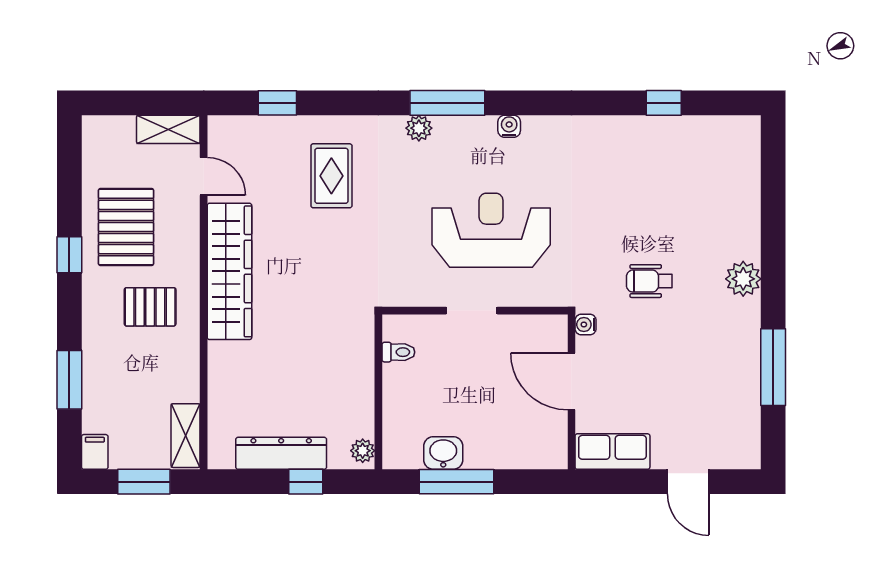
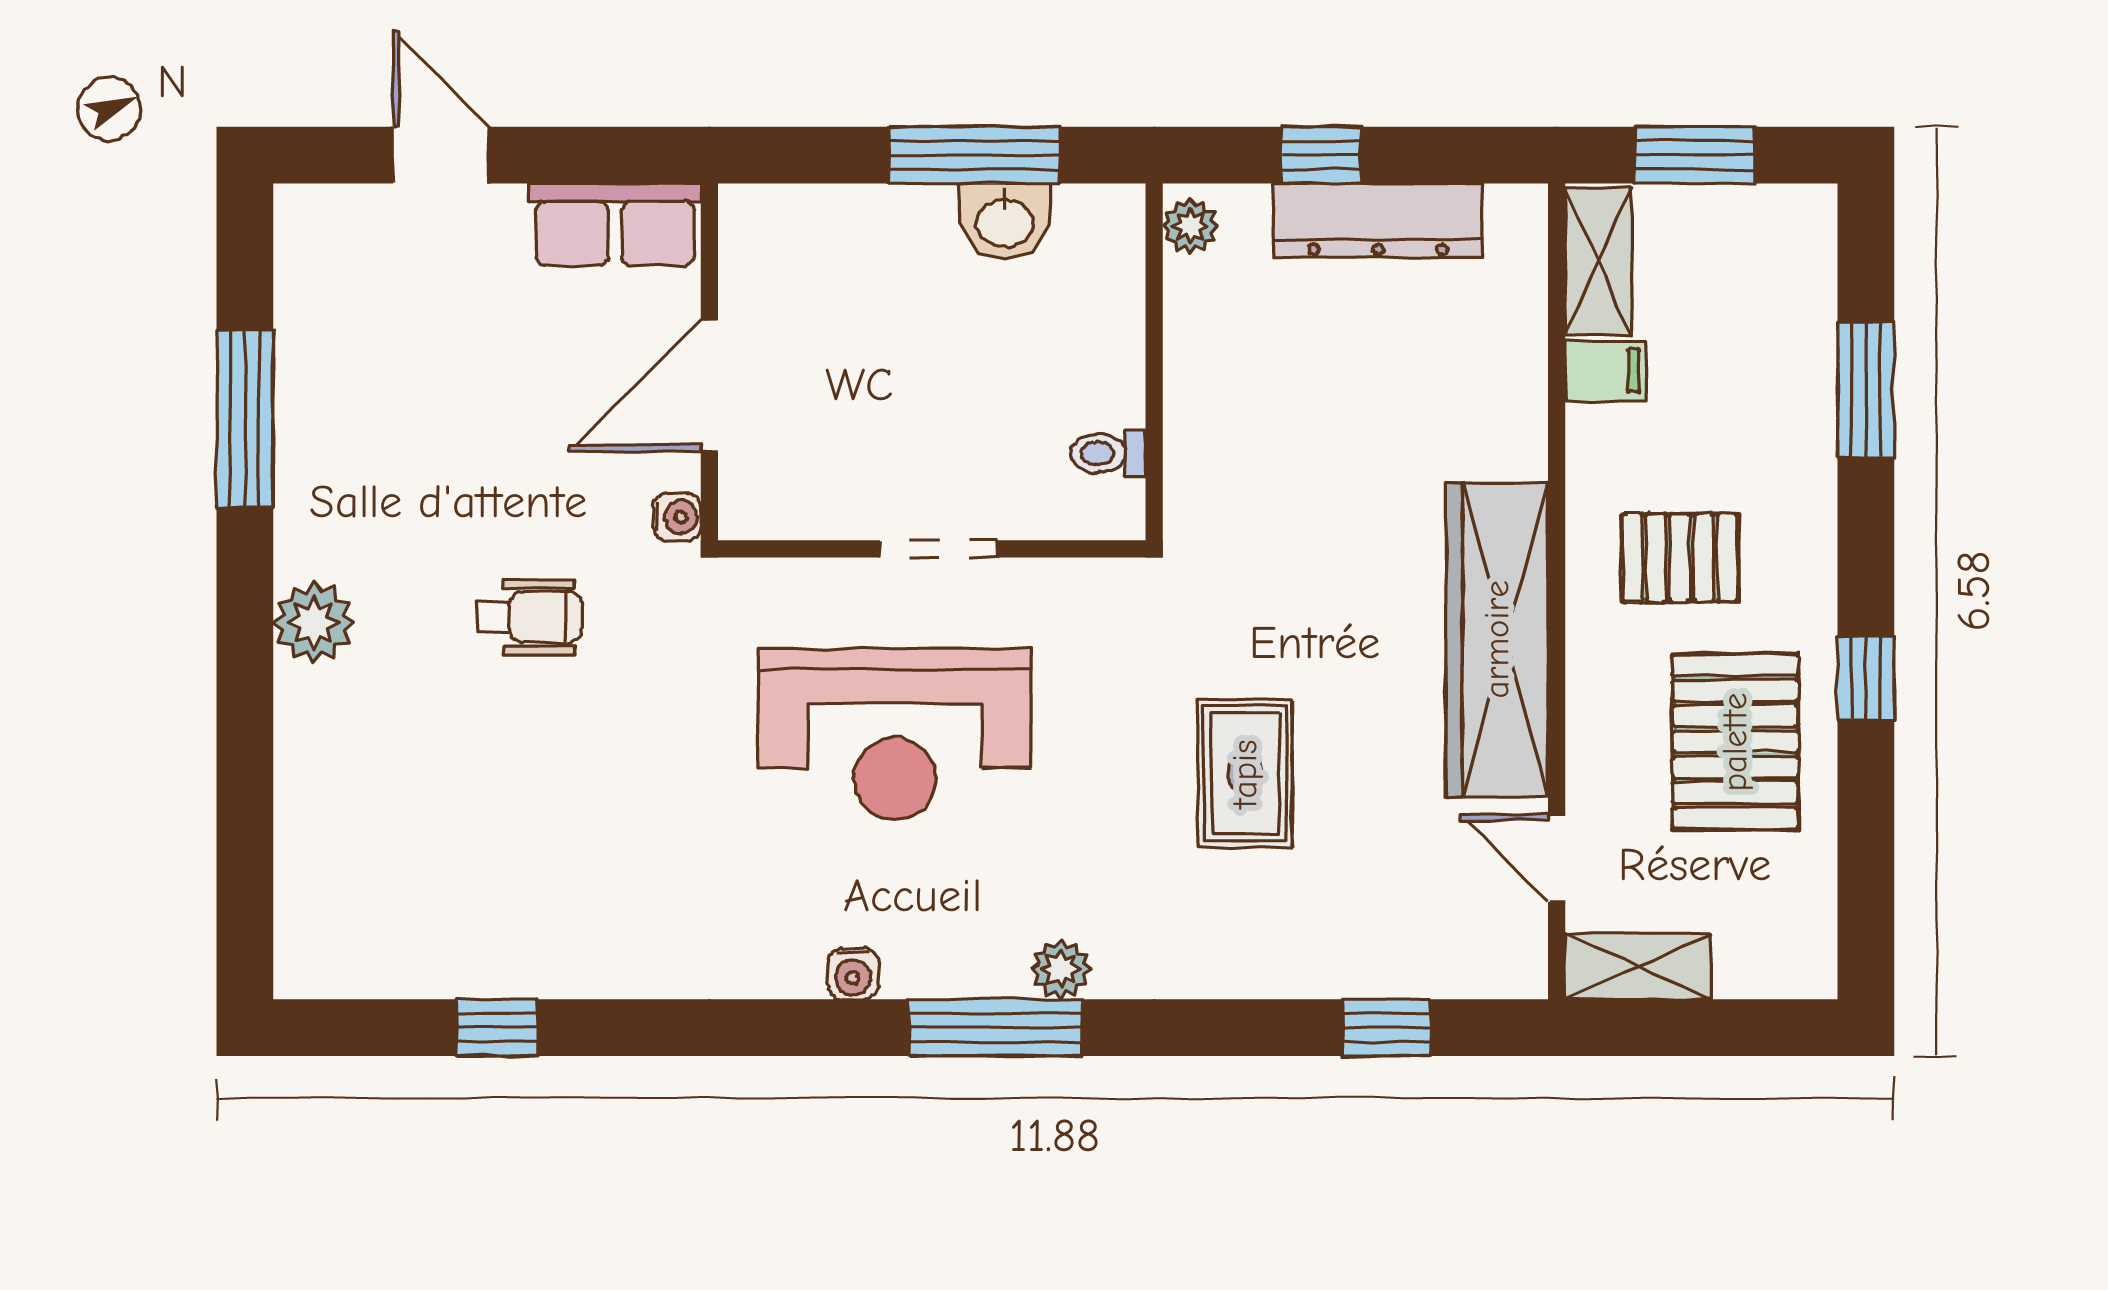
rug: (331, 176) -> (1245, 774), moved
door: (571, 381) -> (709, 386), swing flipped
filing cabinet: (95, 452) -> (1605, 371), moved, turned -90

